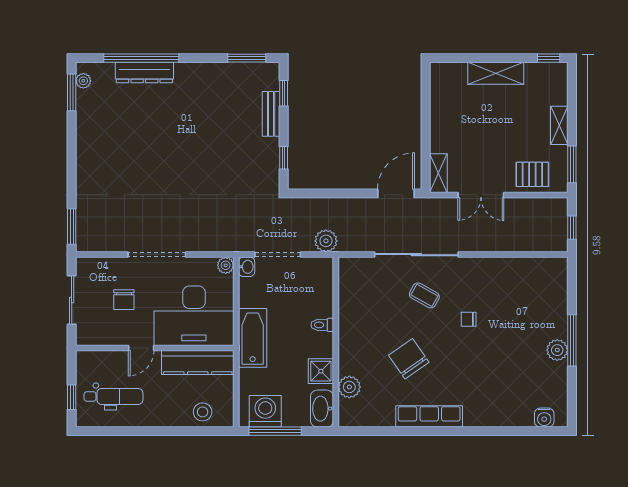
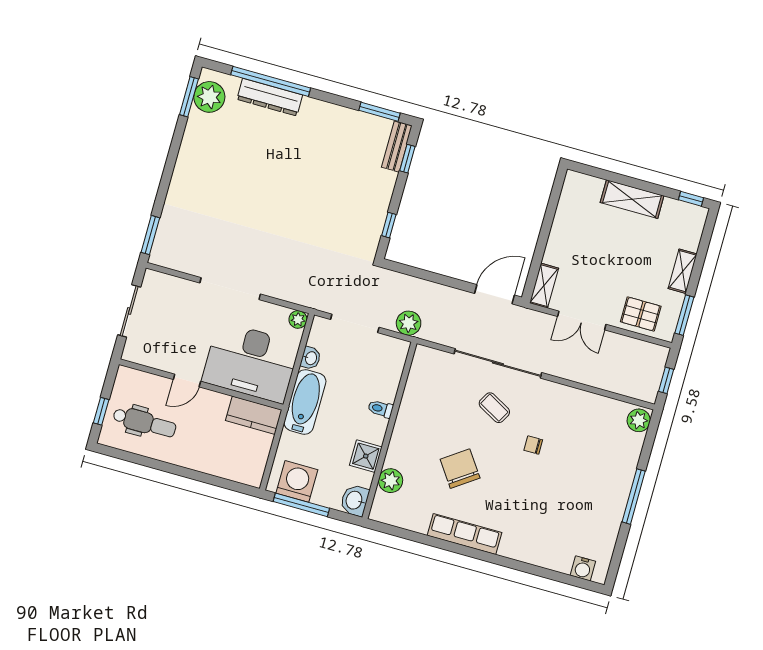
plant: (83, 81) -> (209, 97), width x1.87, depth x1.87
bench: (271, 114) -> (397, 147), moved
washbasin: (247, 267) -> (311, 358), moved
chair: (124, 300) -> (183, 326), removed
plant: (557, 350) -> (639, 420), moved
kitchen counter: (198, 362) -> (254, 415), width x0.67
washbasin: (322, 409) -> (355, 500), width x0.72
stool: (203, 412) -> (232, 464), removed

